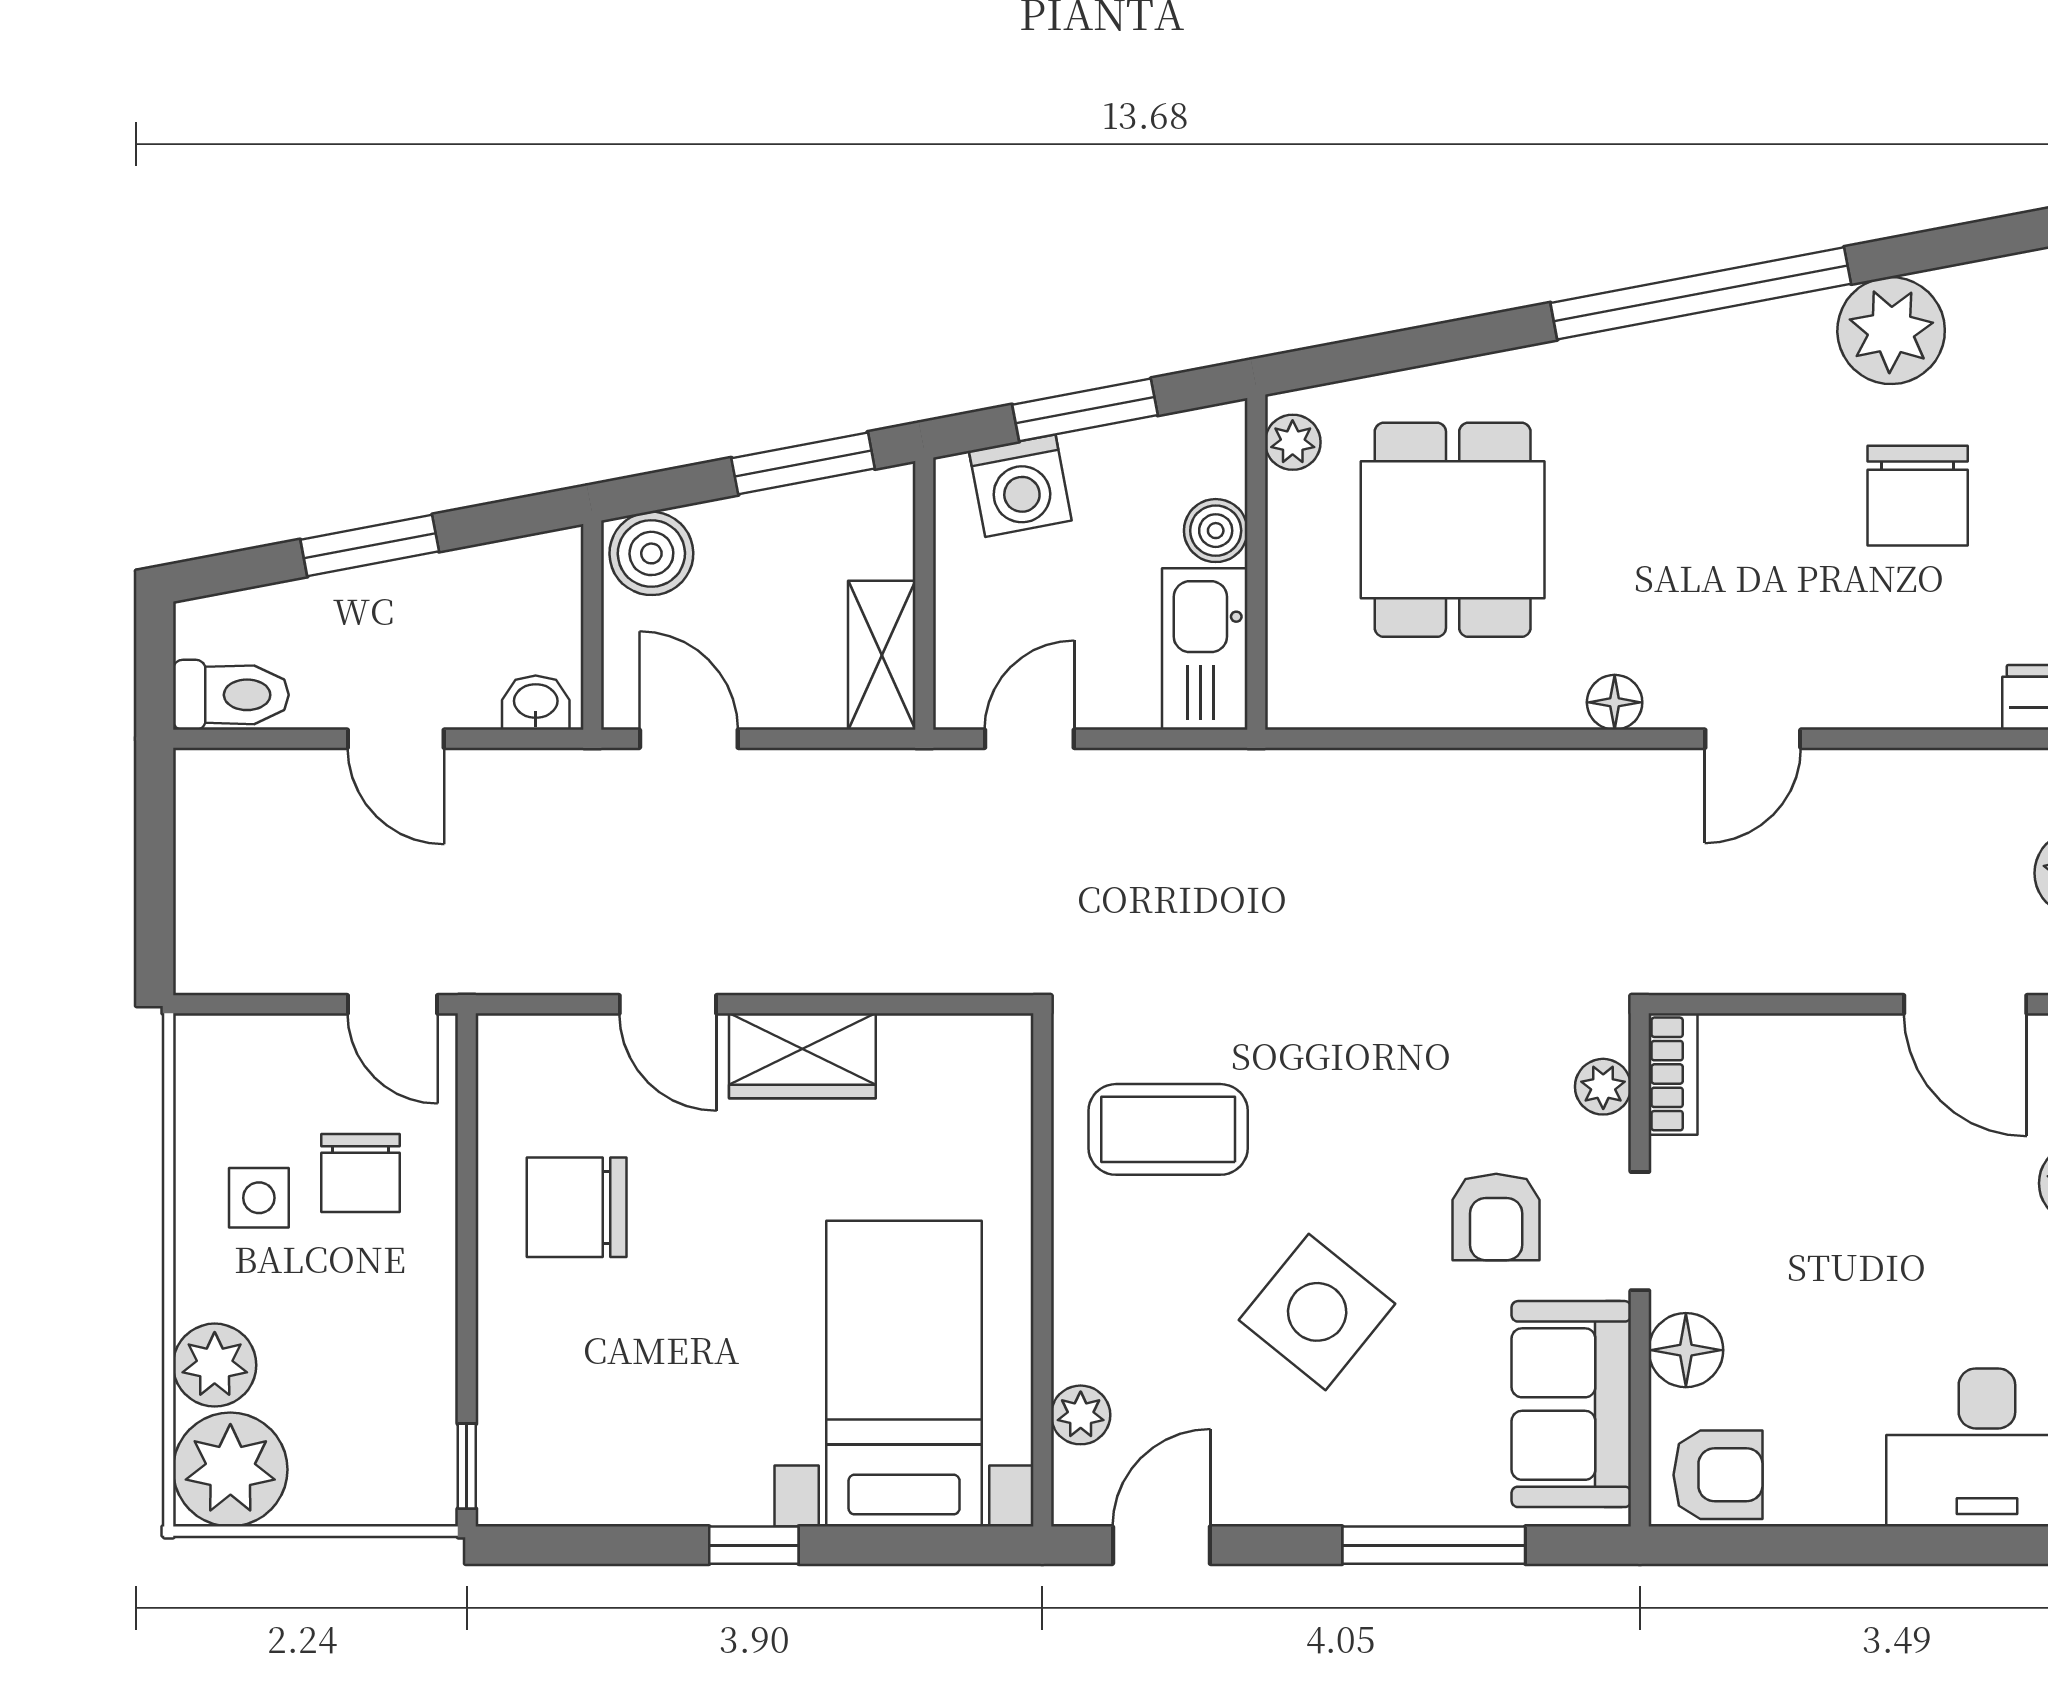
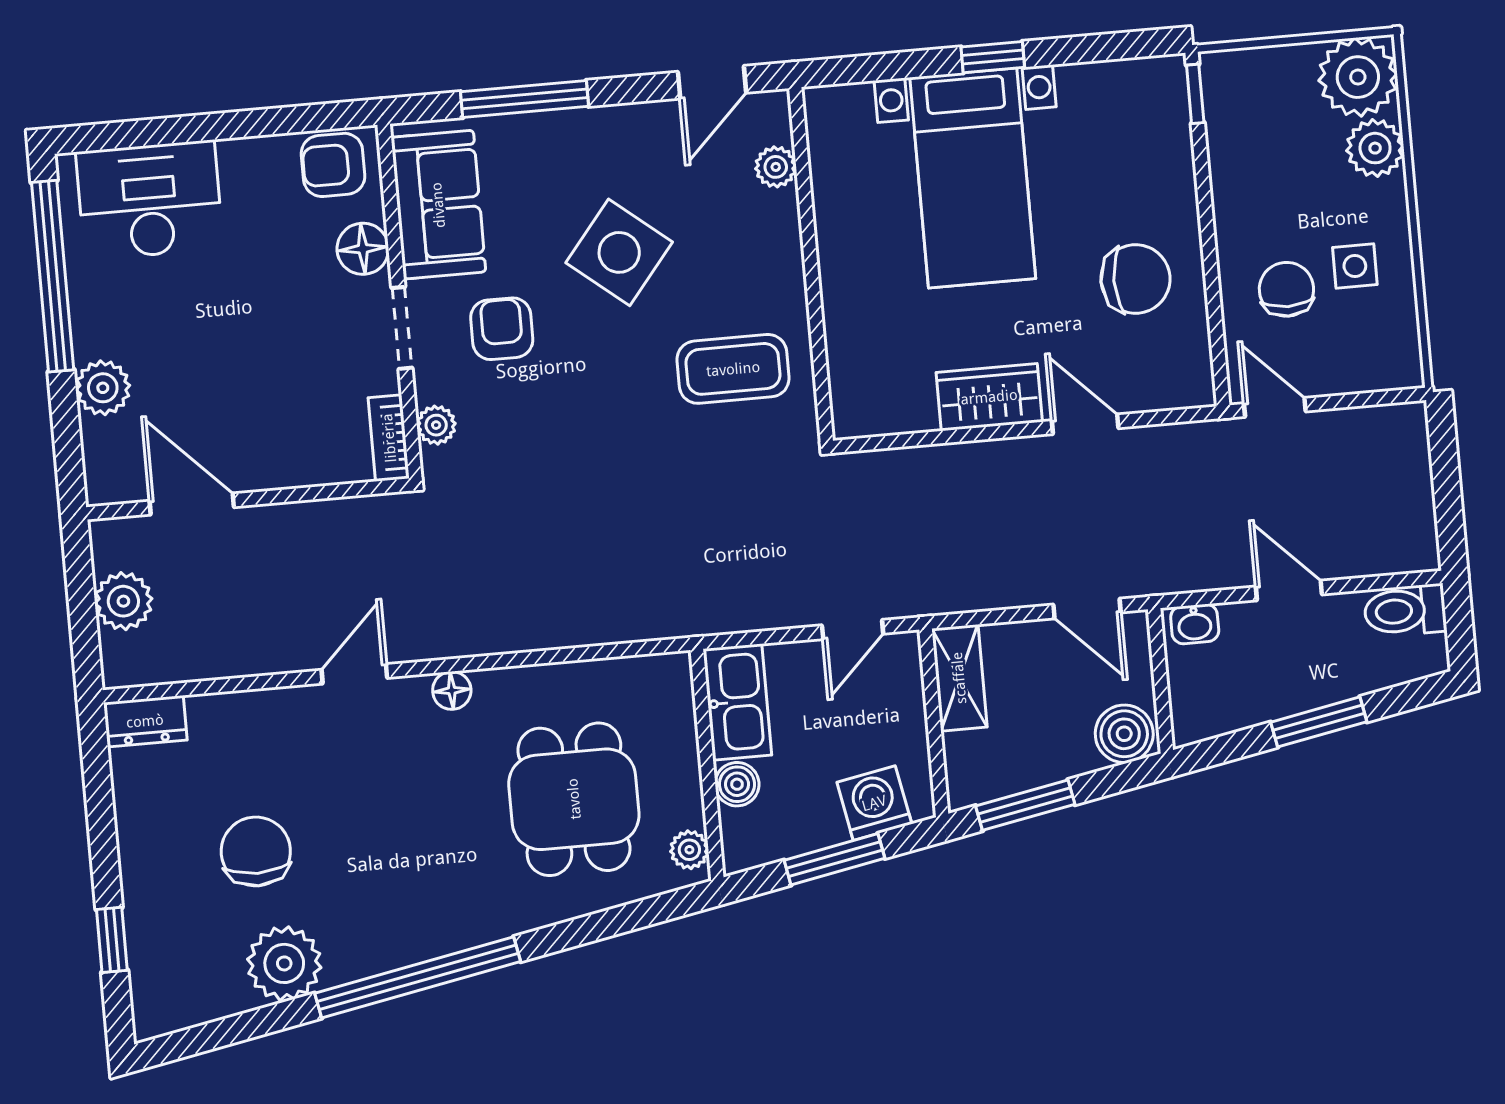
bed with nightstands: (904, 1374) -> (973, 178), moved

